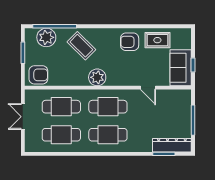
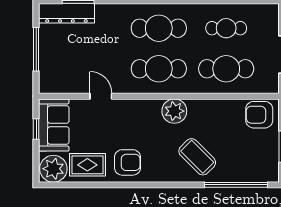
plant: (46, 37) -> (53, 169), moved
cafe table: (61, 135) -> (226, 28), width x0.73, depth x0.74

